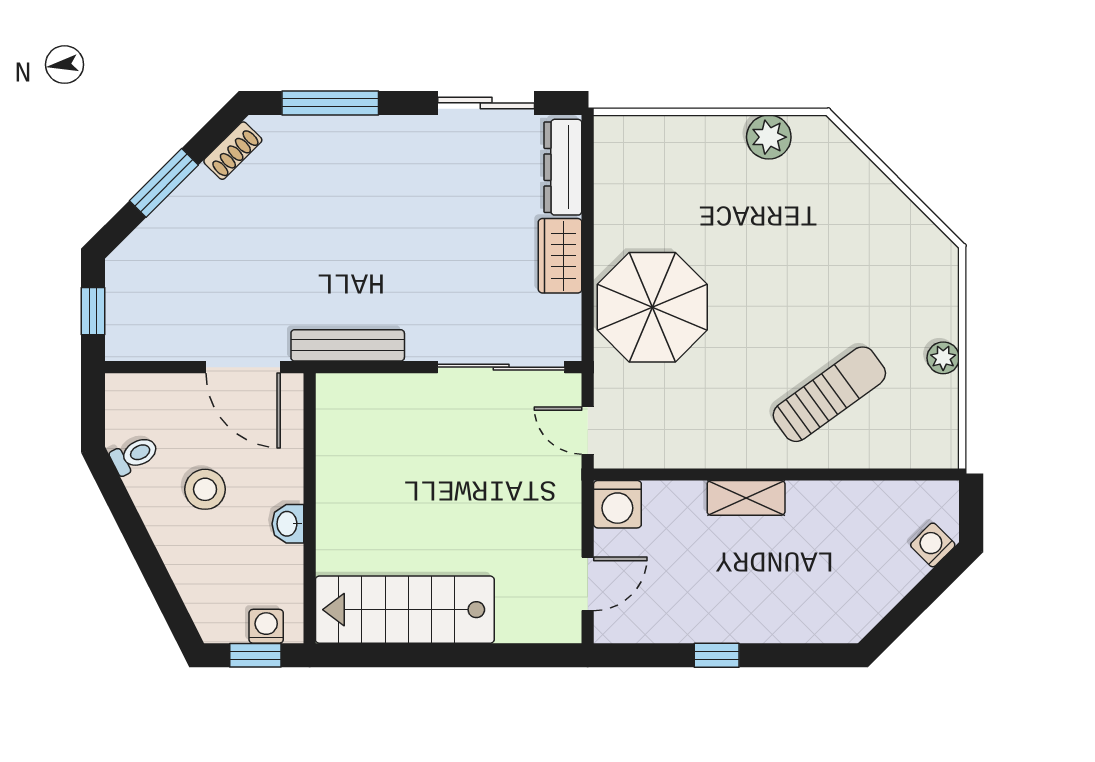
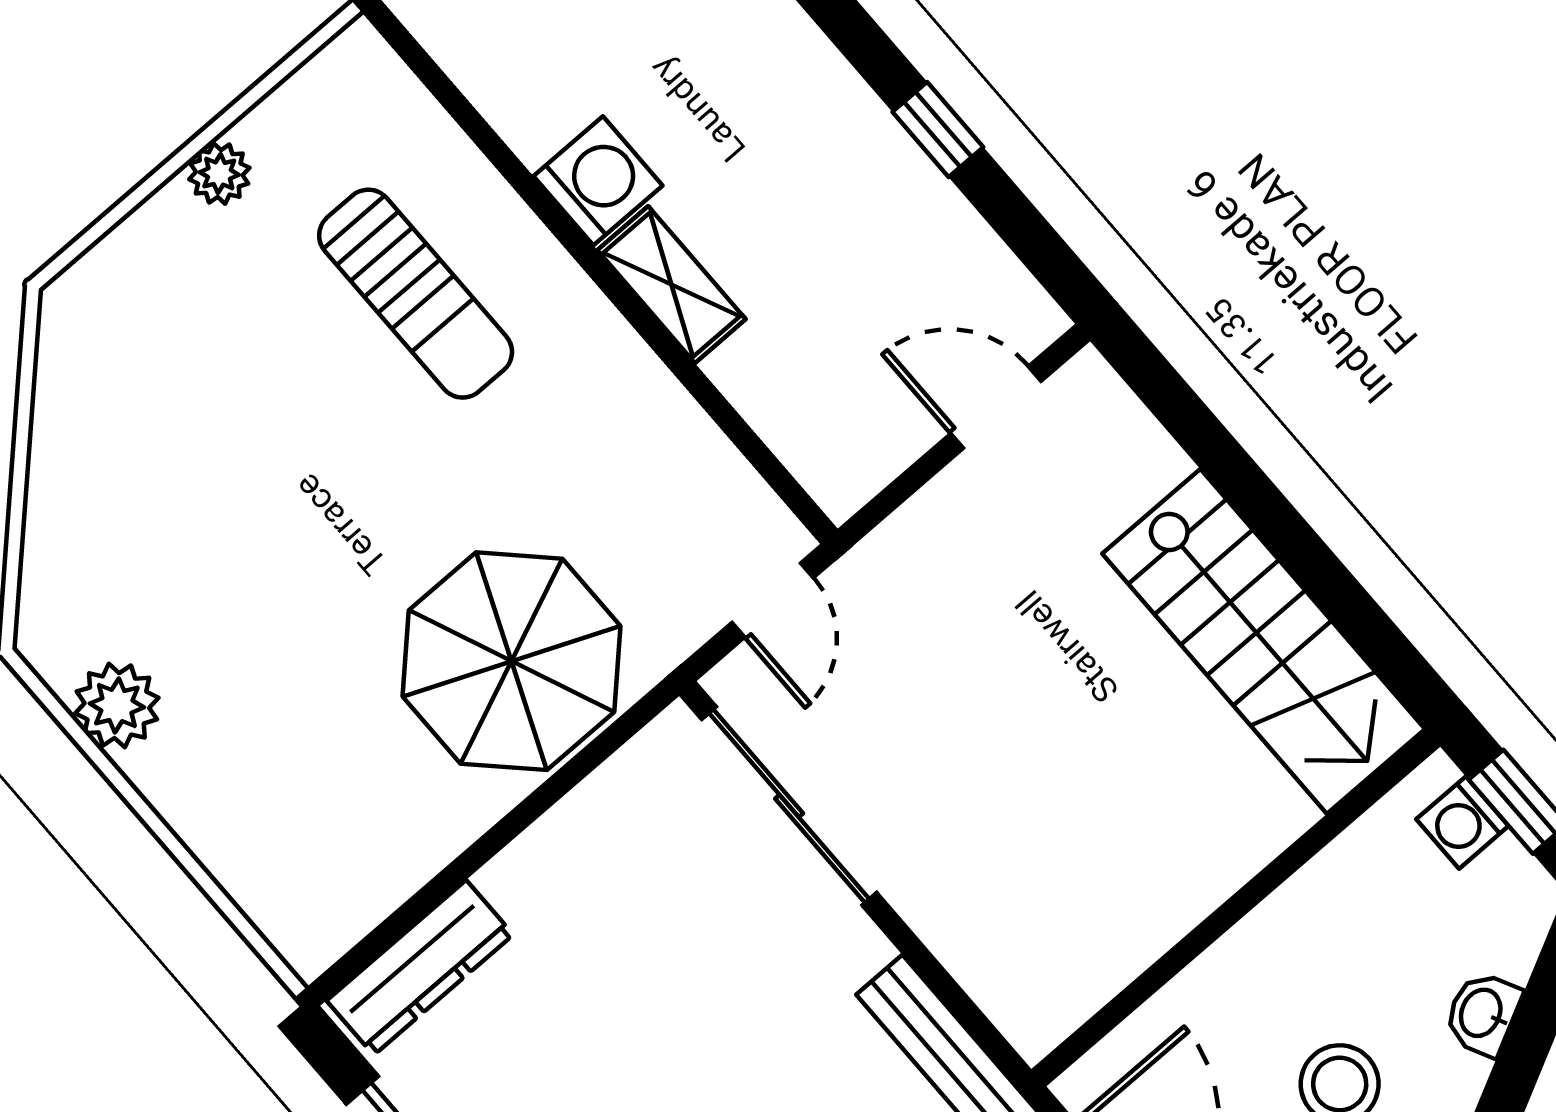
wardrobe: (560, 256) -> (553, 860), removed
sun lounger: (829, 394) -> (416, 294), turned -144
washing machine: (617, 504) -> (598, 181), moved
washbasin: (288, 524) -> (1482, 1013), moved, turned 153

